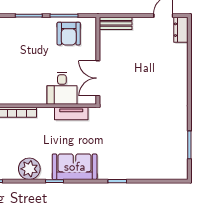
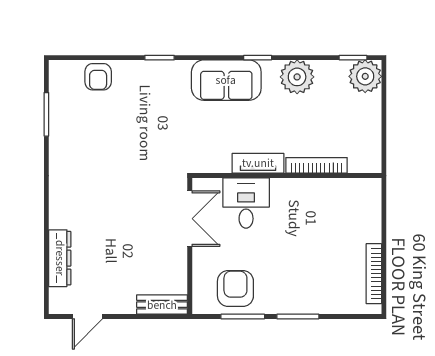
dresser: (181, 30) -> (60, 258), moved, width x1.44
tv unit: (71, 114) -> (258, 163), moved
armchair: (156, 169) -> (98, 77), added

